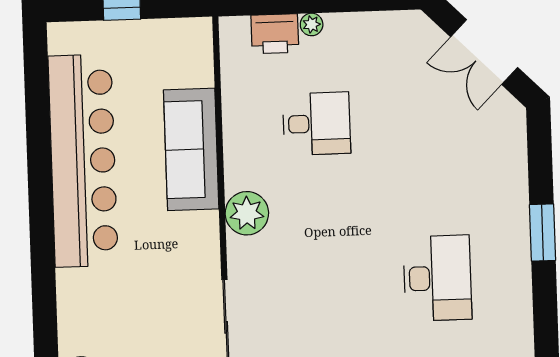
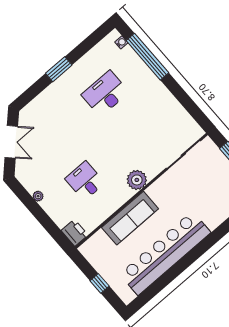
plant: (312, 24) -> (38, 196), moved
printer: (275, 34) -> (75, 233), moved

